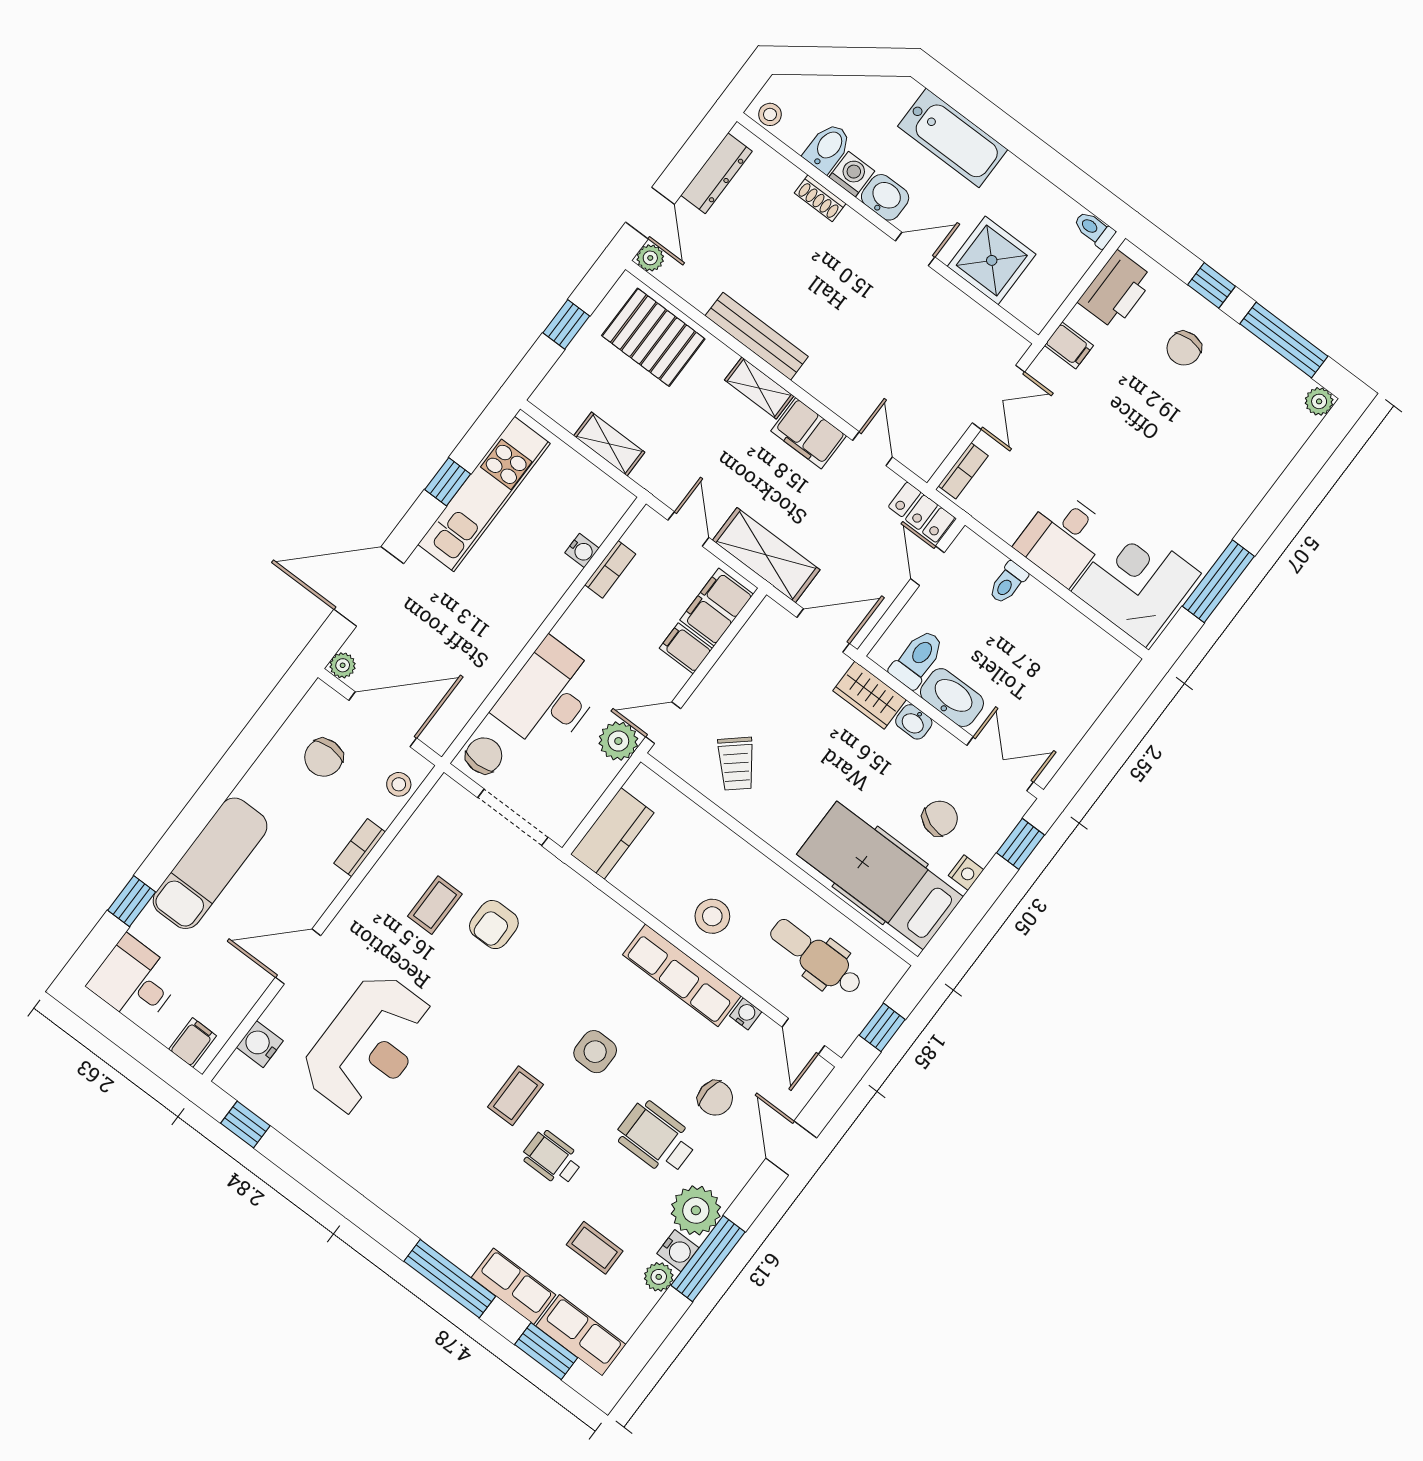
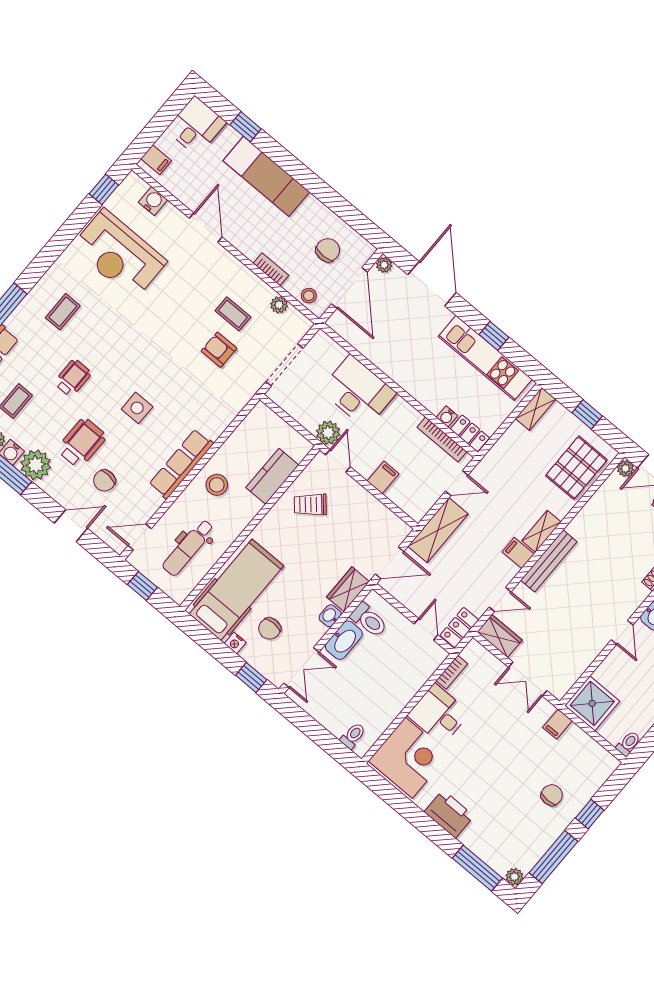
shower: (992, 260) -> (592, 703), moved
printer: (1116, 290) -> (449, 814), moved, turned 180
bench: (757, 336) -> (549, 561), moved
chair: (1184, 348) -> (552, 795), turned 90
filing cabinet: (809, 433) -> (518, 553), width x0.50
shelving: (609, 444) -> (535, 409), moved
wardrobe: (932, 446) -> (500, 636), added
bookcase: (963, 471) -> (452, 672), moved, turned -90
locker: (607, 512) -> (470, 433), added
door: (927, 566) -> (426, 629), hinge flipped
bookcase: (610, 569) -> (442, 440), width x1.56
window: (1218, 581) -> (477, 868), moved
toilet: (1008, 583) -> (353, 736), moved, turned 90
filing cabinet: (717, 607) -> (408, 498), removed
door: (823, 630) -> (390, 563), hinge flipped
chair: (484, 756) -> (324, 349), removed
chair: (324, 758) -> (328, 250), turned 90
chair: (940, 818) -> (270, 629), turned 69
plant: (416, 831) -> (279, 305), added
kitchen counter: (612, 833) -> (272, 476), moved, turned 90
dental chair: (816, 957) -> (188, 548), turned 180
water cooler: (746, 1014) -> (155, 502), removed
reception desk: (369, 1045) -> (119, 254), moved
coffee table: (515, 1096) -> (63, 312), moved, turned 90

